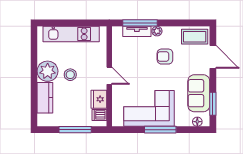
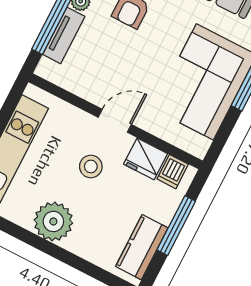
stool: (70, 75) -> (91, 166), moved
kitchen counter: (45, 98) -> (142, 247), moved, turned -90

